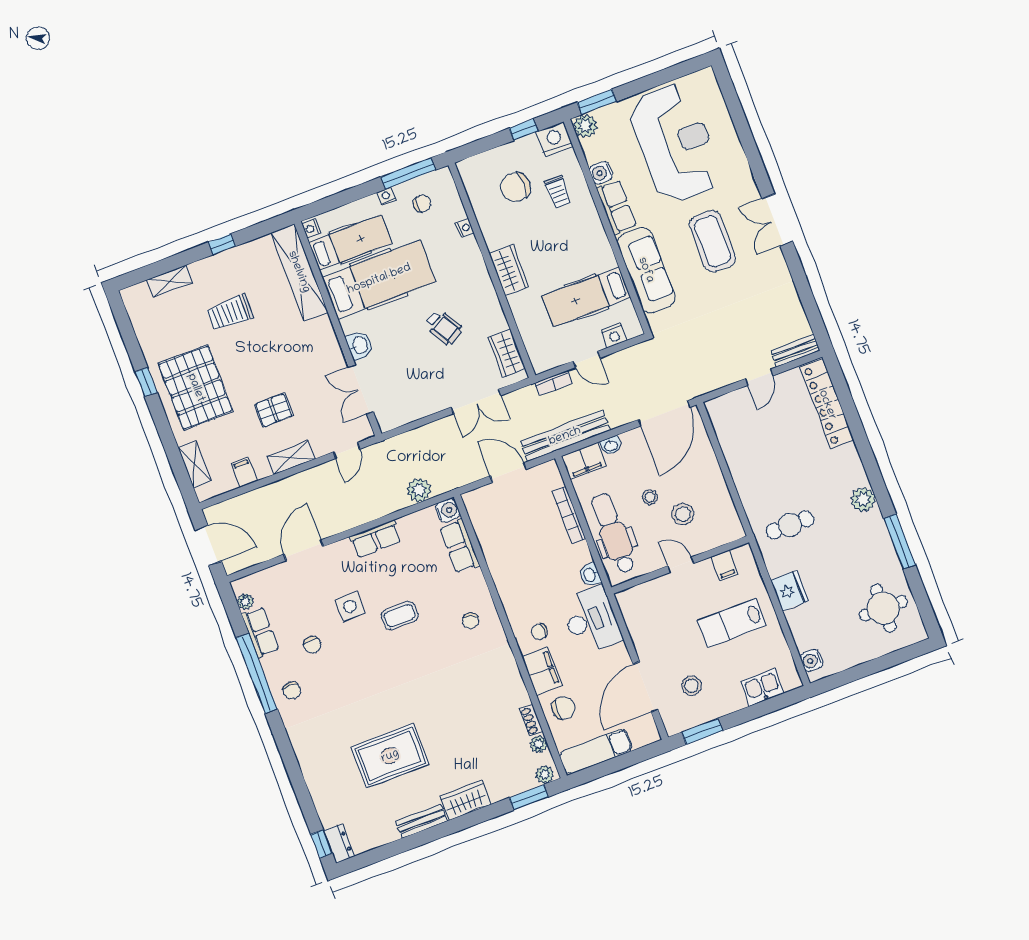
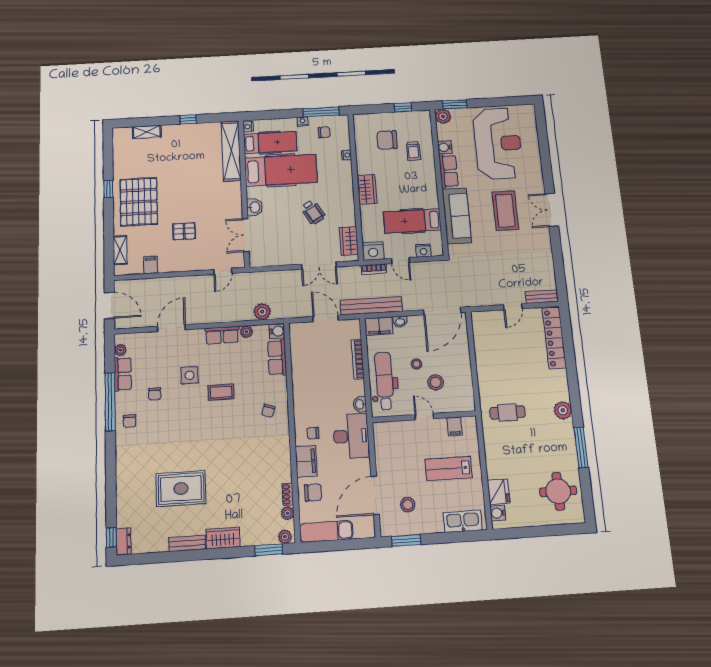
nightstand: (555, 139) -> (373, 251), moved, turned 180
trolley: (230, 313) -> (178, 162), removed
shelving: (291, 458) -> (185, 265), removed
plant: (407, 524) -> (247, 332), added
fridge: (789, 591) -> (499, 492), moved
kitchen sink: (762, 687) -> (463, 521), width x1.38

